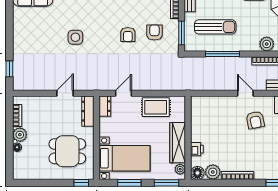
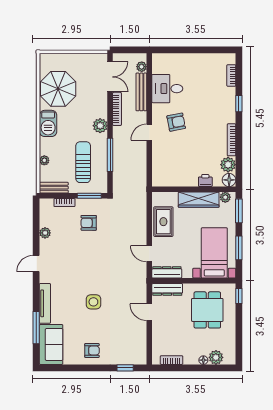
armchair: (128, 35) -> (92, 350), moved
plant: (267, 44) -> (100, 126), moved
dresser: (105, 106) -> (167, 272), width x1.44
plant: (20, 135) -> (216, 357), moved

